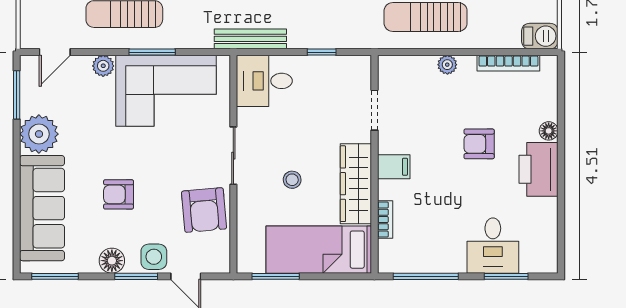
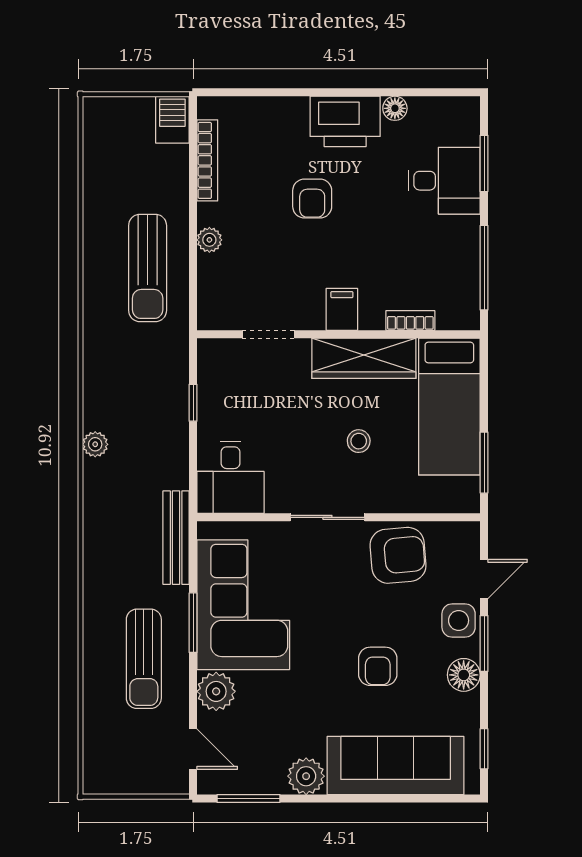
bench: (250, 39) -> (176, 538), moved
plant: (103, 66) -> (216, 691), width x1.38, depth x1.38
floor lamp: (549, 131) -> (395, 108), moved
plant: (39, 134) -> (306, 776), width x0.73, depth x0.73
window: (55, 276) -> (484, 749), width x0.67

